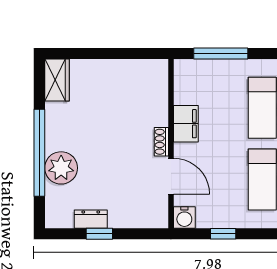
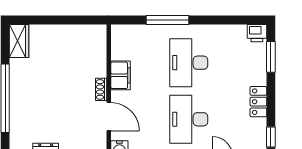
window: (221, 54) -> (167, 20), moved
plant: (61, 168) -> (22, 110), removed

